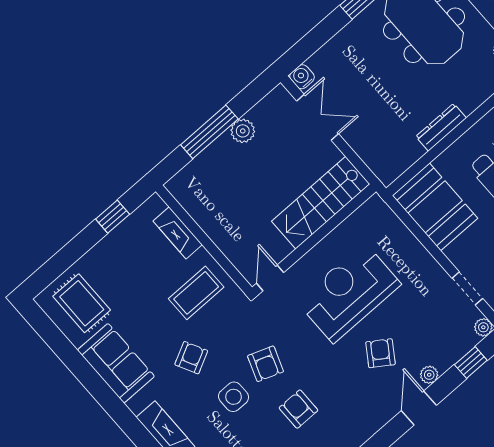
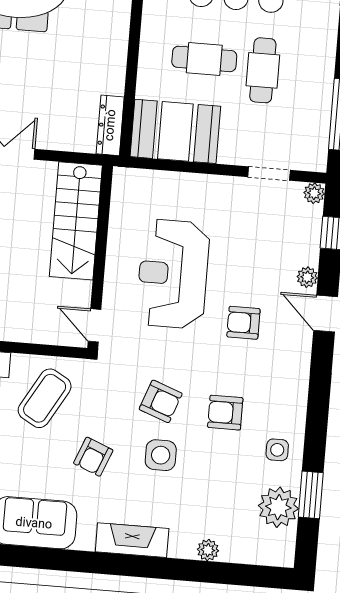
dresser: (441, 127) -> (110, 125), moved
coffee table: (196, 293) -> (45, 398), turned 30
armchair: (380, 353) -> (243, 323), moved, turned -34
armchair: (191, 358) -> (93, 457), turned -131

